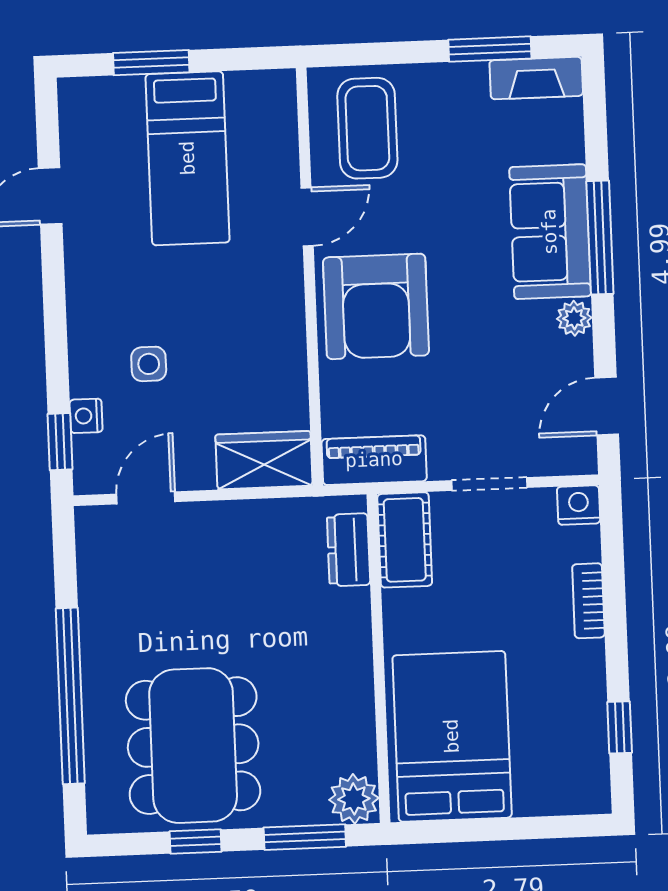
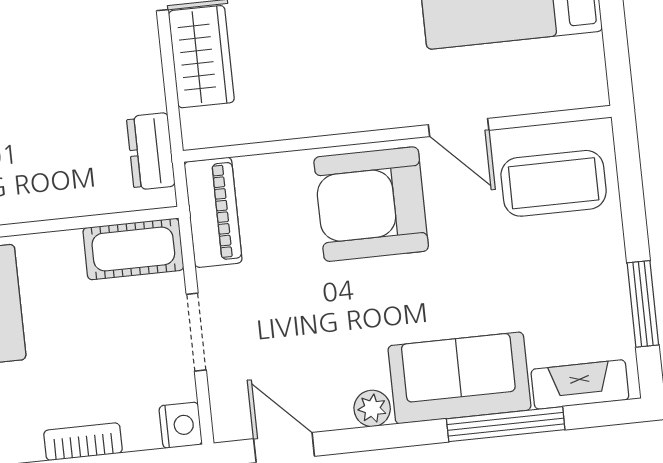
fireplace: (536, 78) -> (580, 384), moved, turned 90
window: (600, 237) -> (506, 424), moved
wardrobe: (264, 460) -> (201, 57), moved
dresser: (349, 550) -> (151, 151), moved, turned -90

